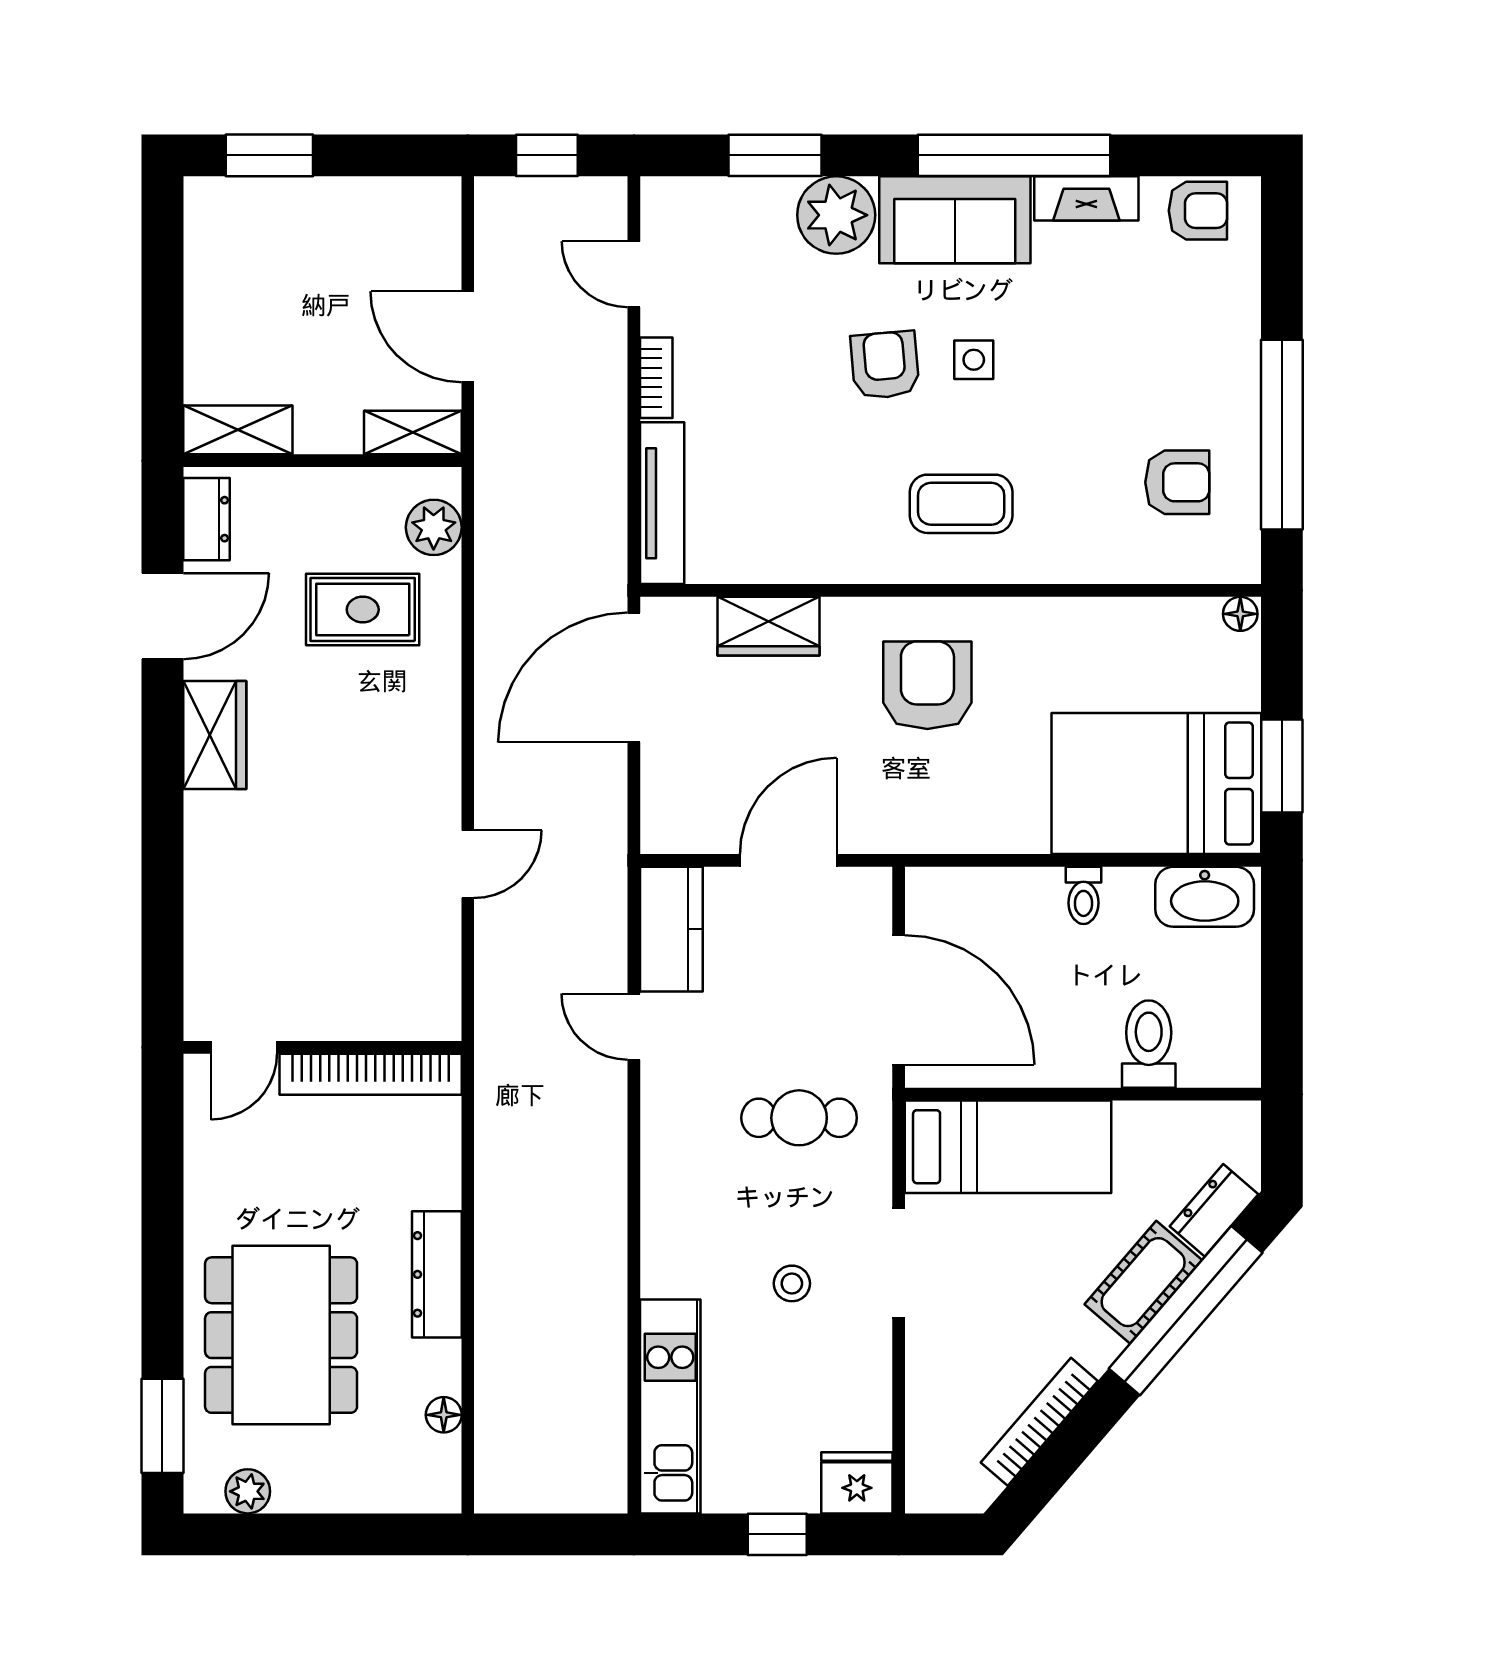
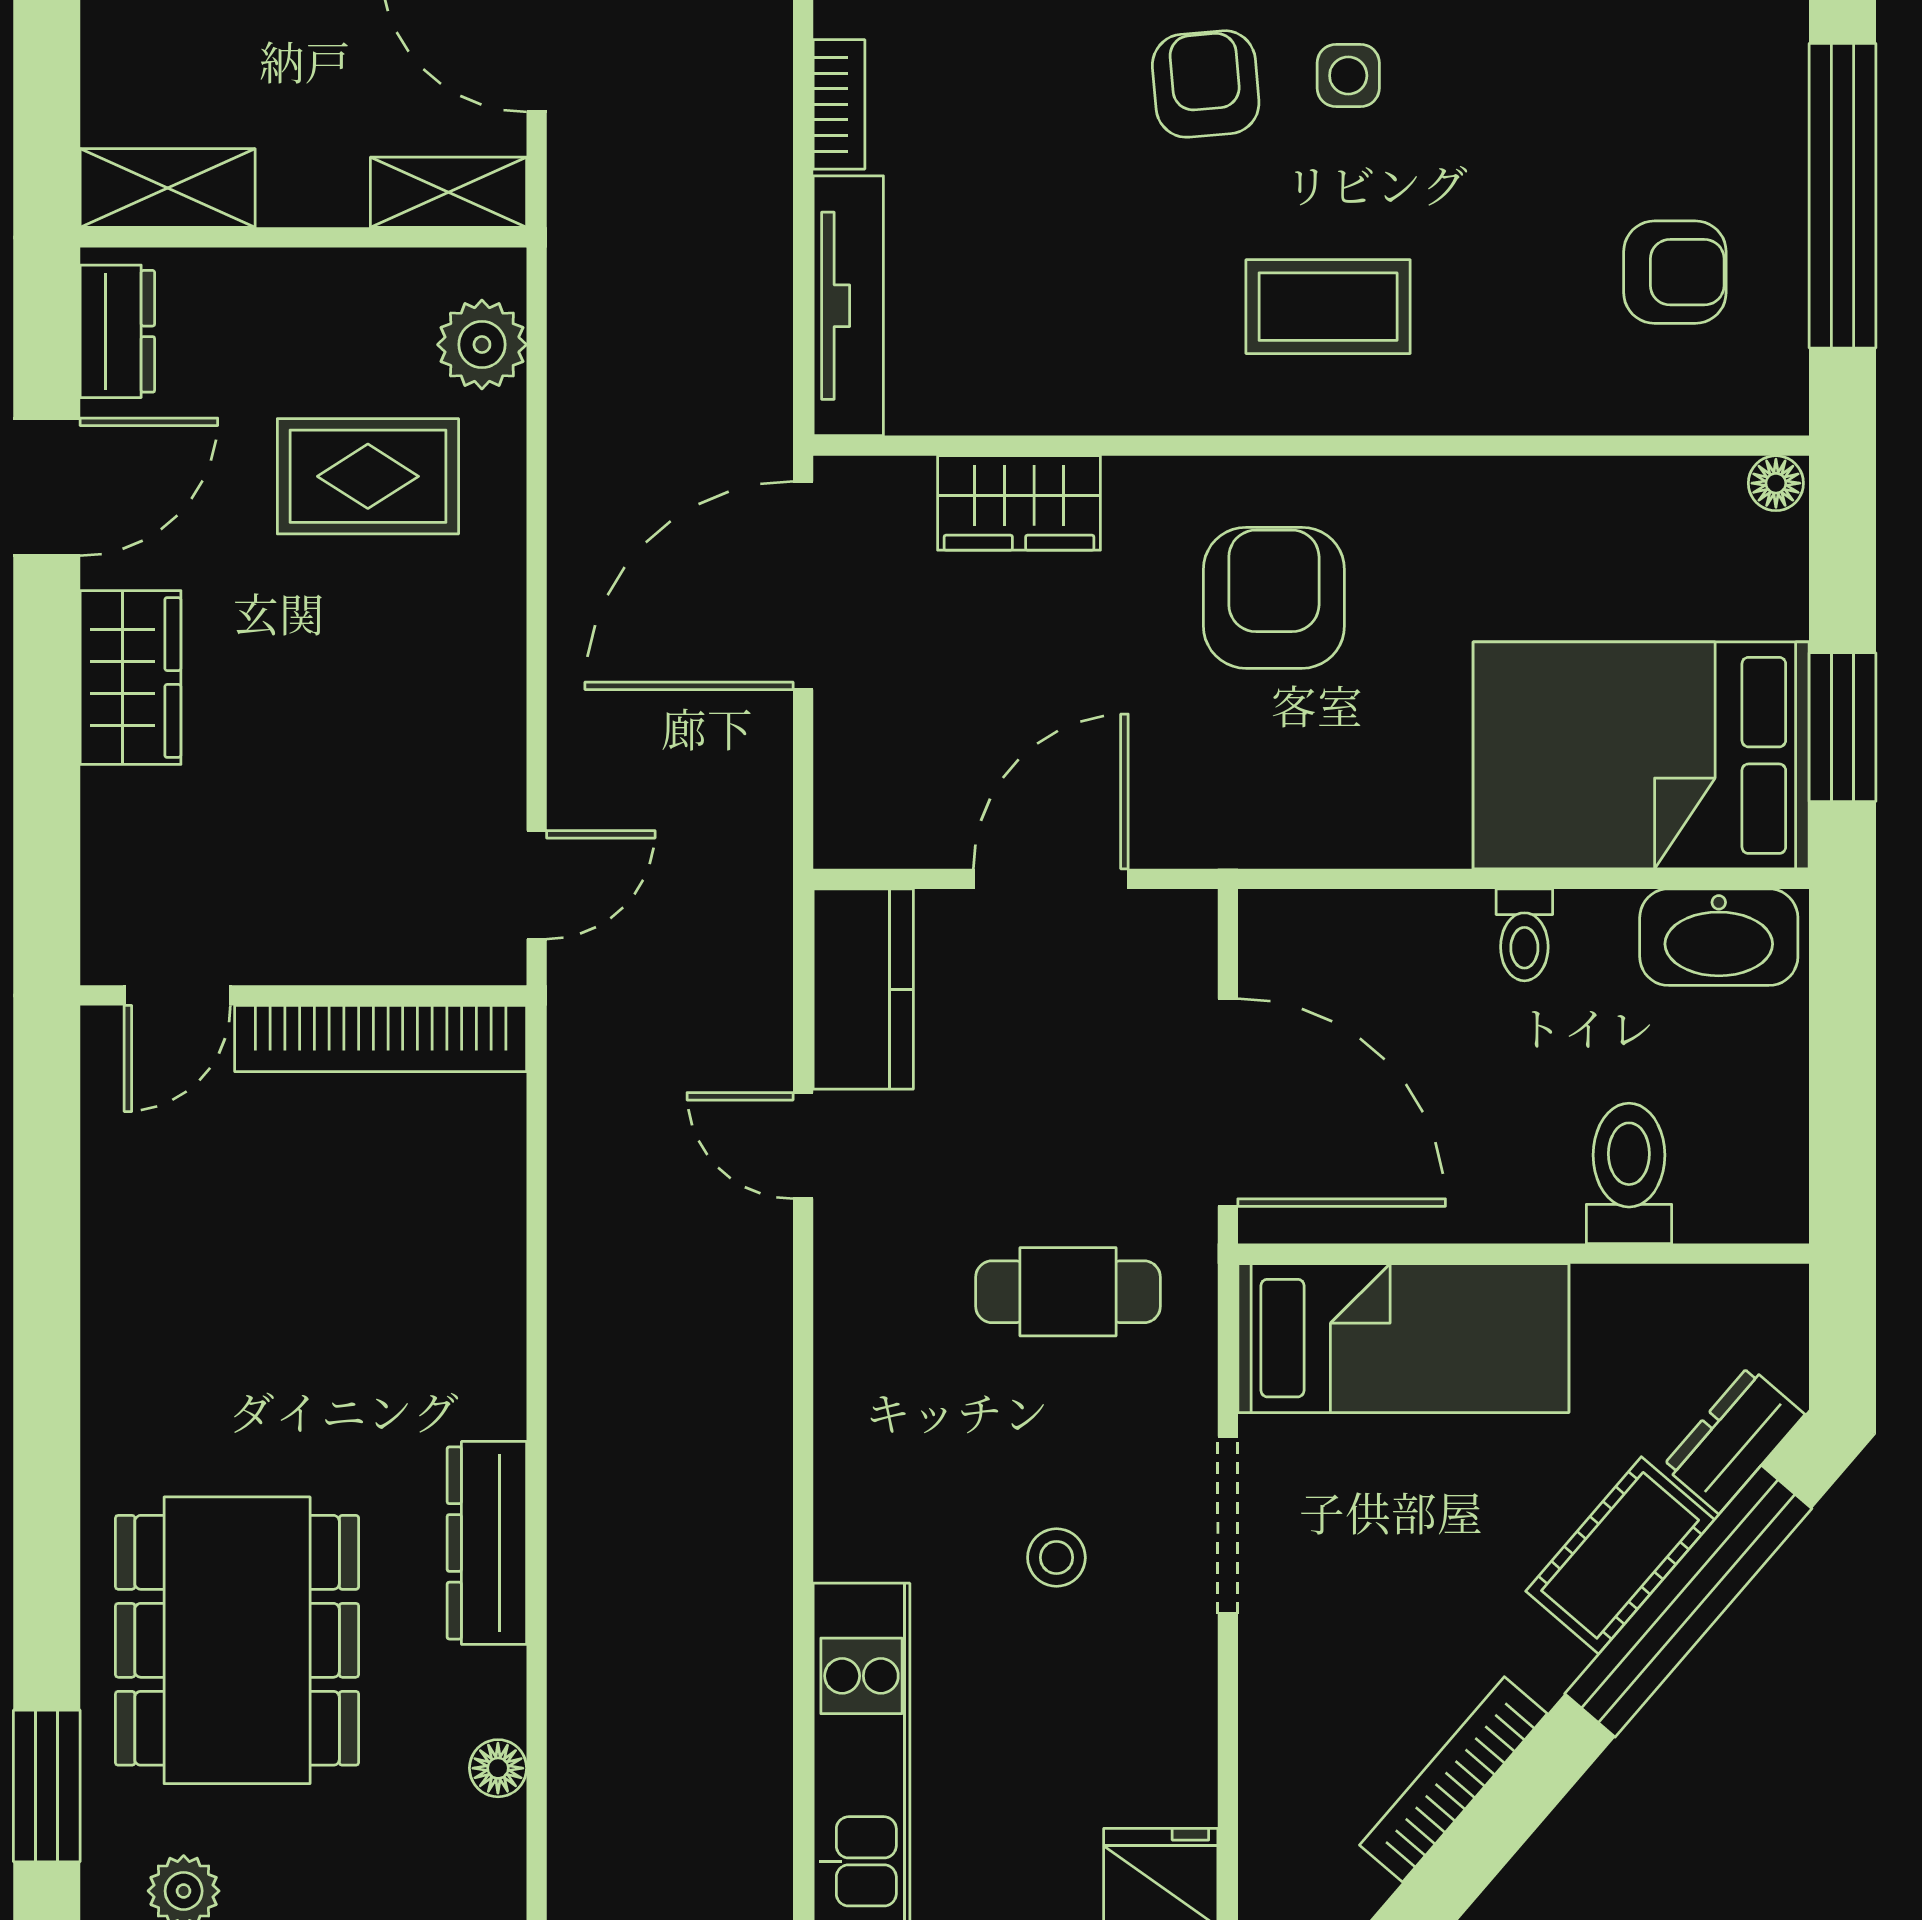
door: (244, 1047) -> (177, 995), moved
wall: (322, 1047) -> (303, 995), moved
bookcase: (371, 1074) -> (381, 1039), moved

